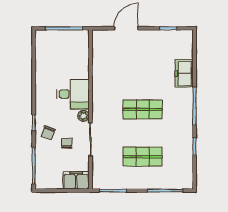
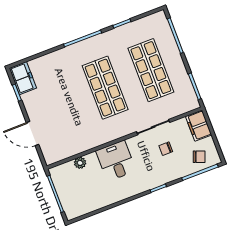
freezer: (184, 73) -> (23, 78), moved, turned -90
shop shelf: (142, 109) -> (105, 88), width x1.43, depth x1.36
plant: (83, 116) -> (80, 163), moved
chair: (48, 133) -> (199, 157), moved
shop shelf: (142, 157) -> (151, 70), width x1.43, depth x1.36

